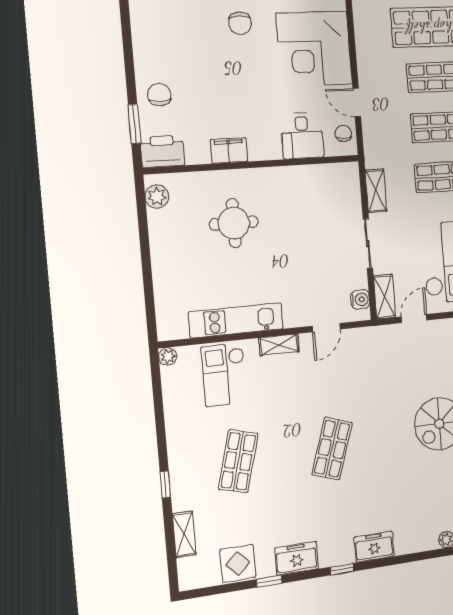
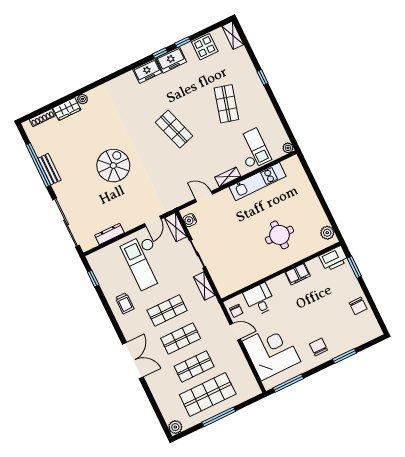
chair: (159, 95) -> (358, 306), moved
door: (326, 328) -> (204, 197), hinge flipped
shop shelf: (332, 449) -> (174, 129), turned -36
shelving: (184, 534) -> (233, 35), moved
freezer: (374, 547) -> (147, 71), moved
window: (342, 569) -> (160, 53), moved

